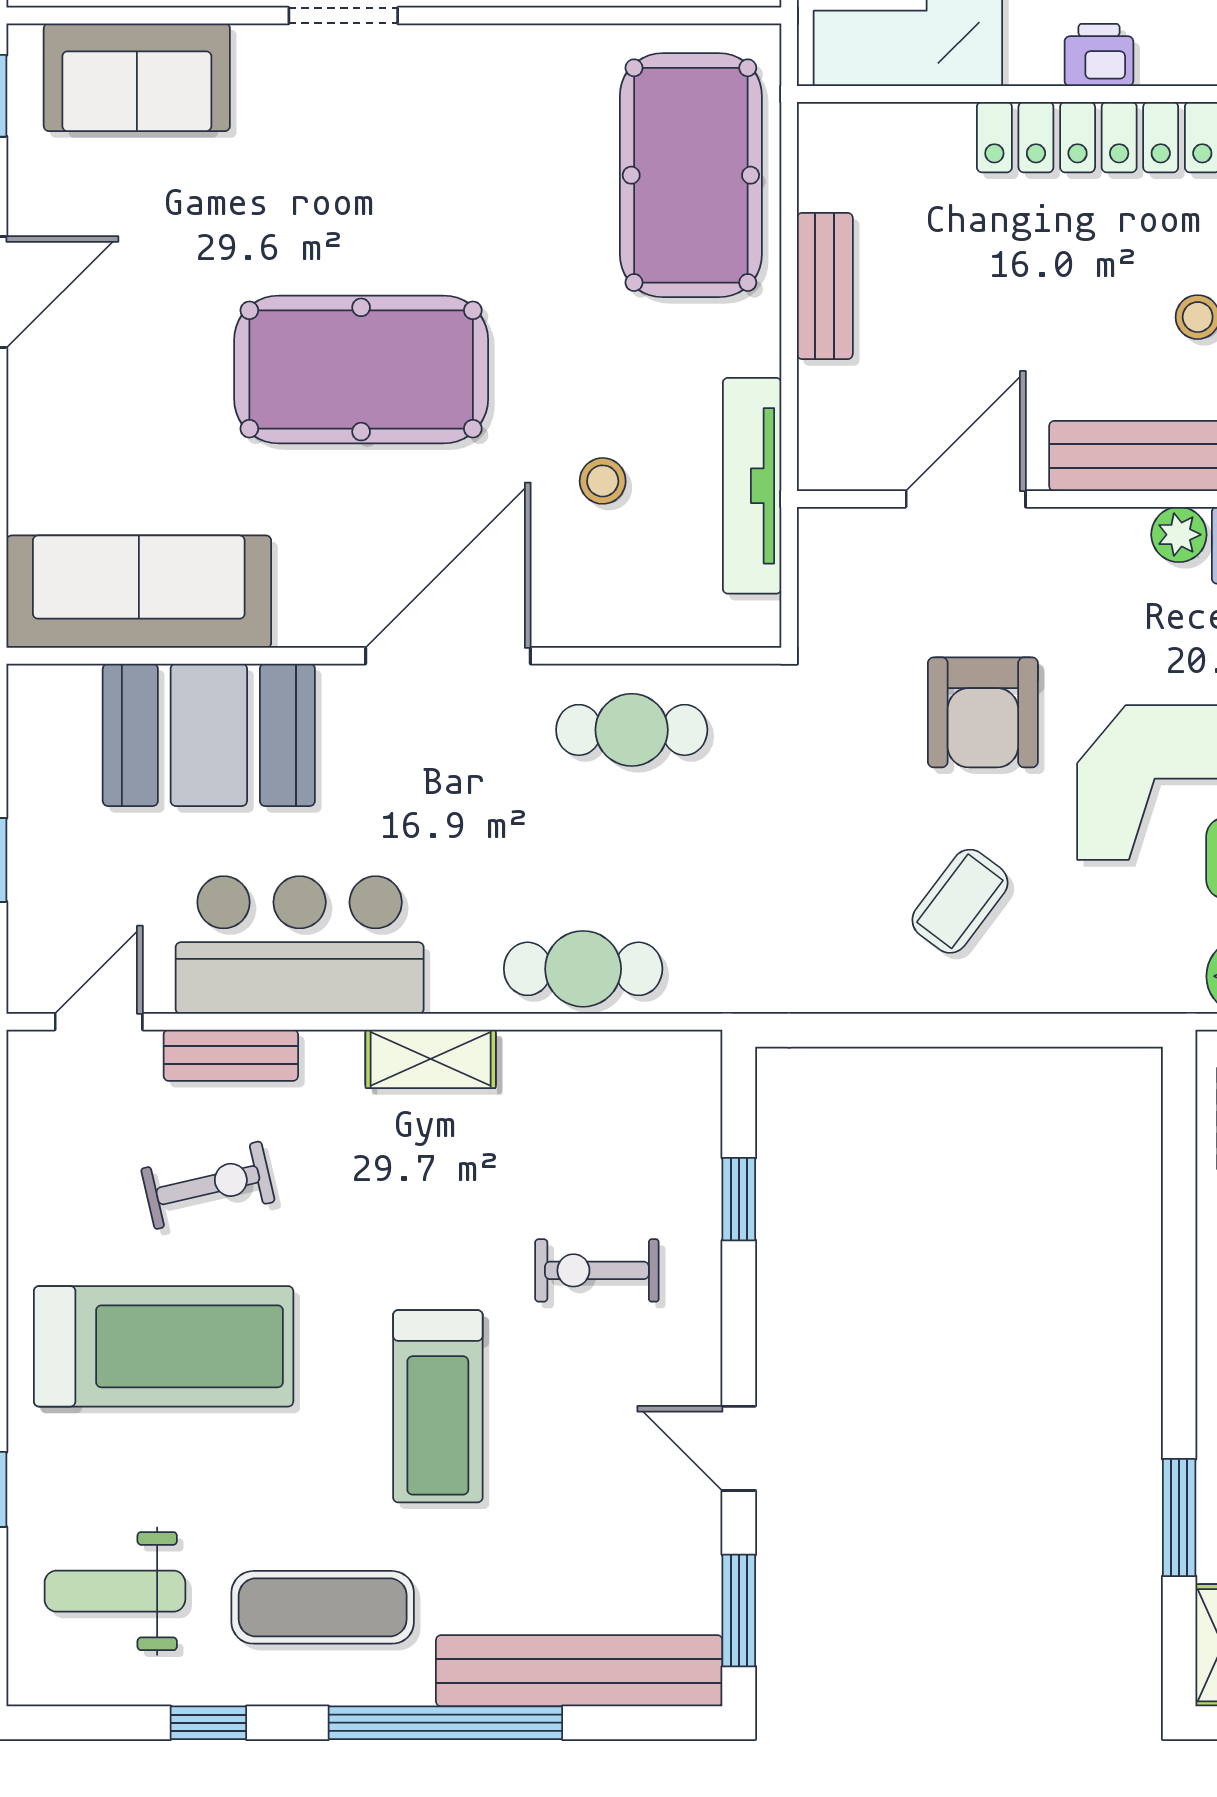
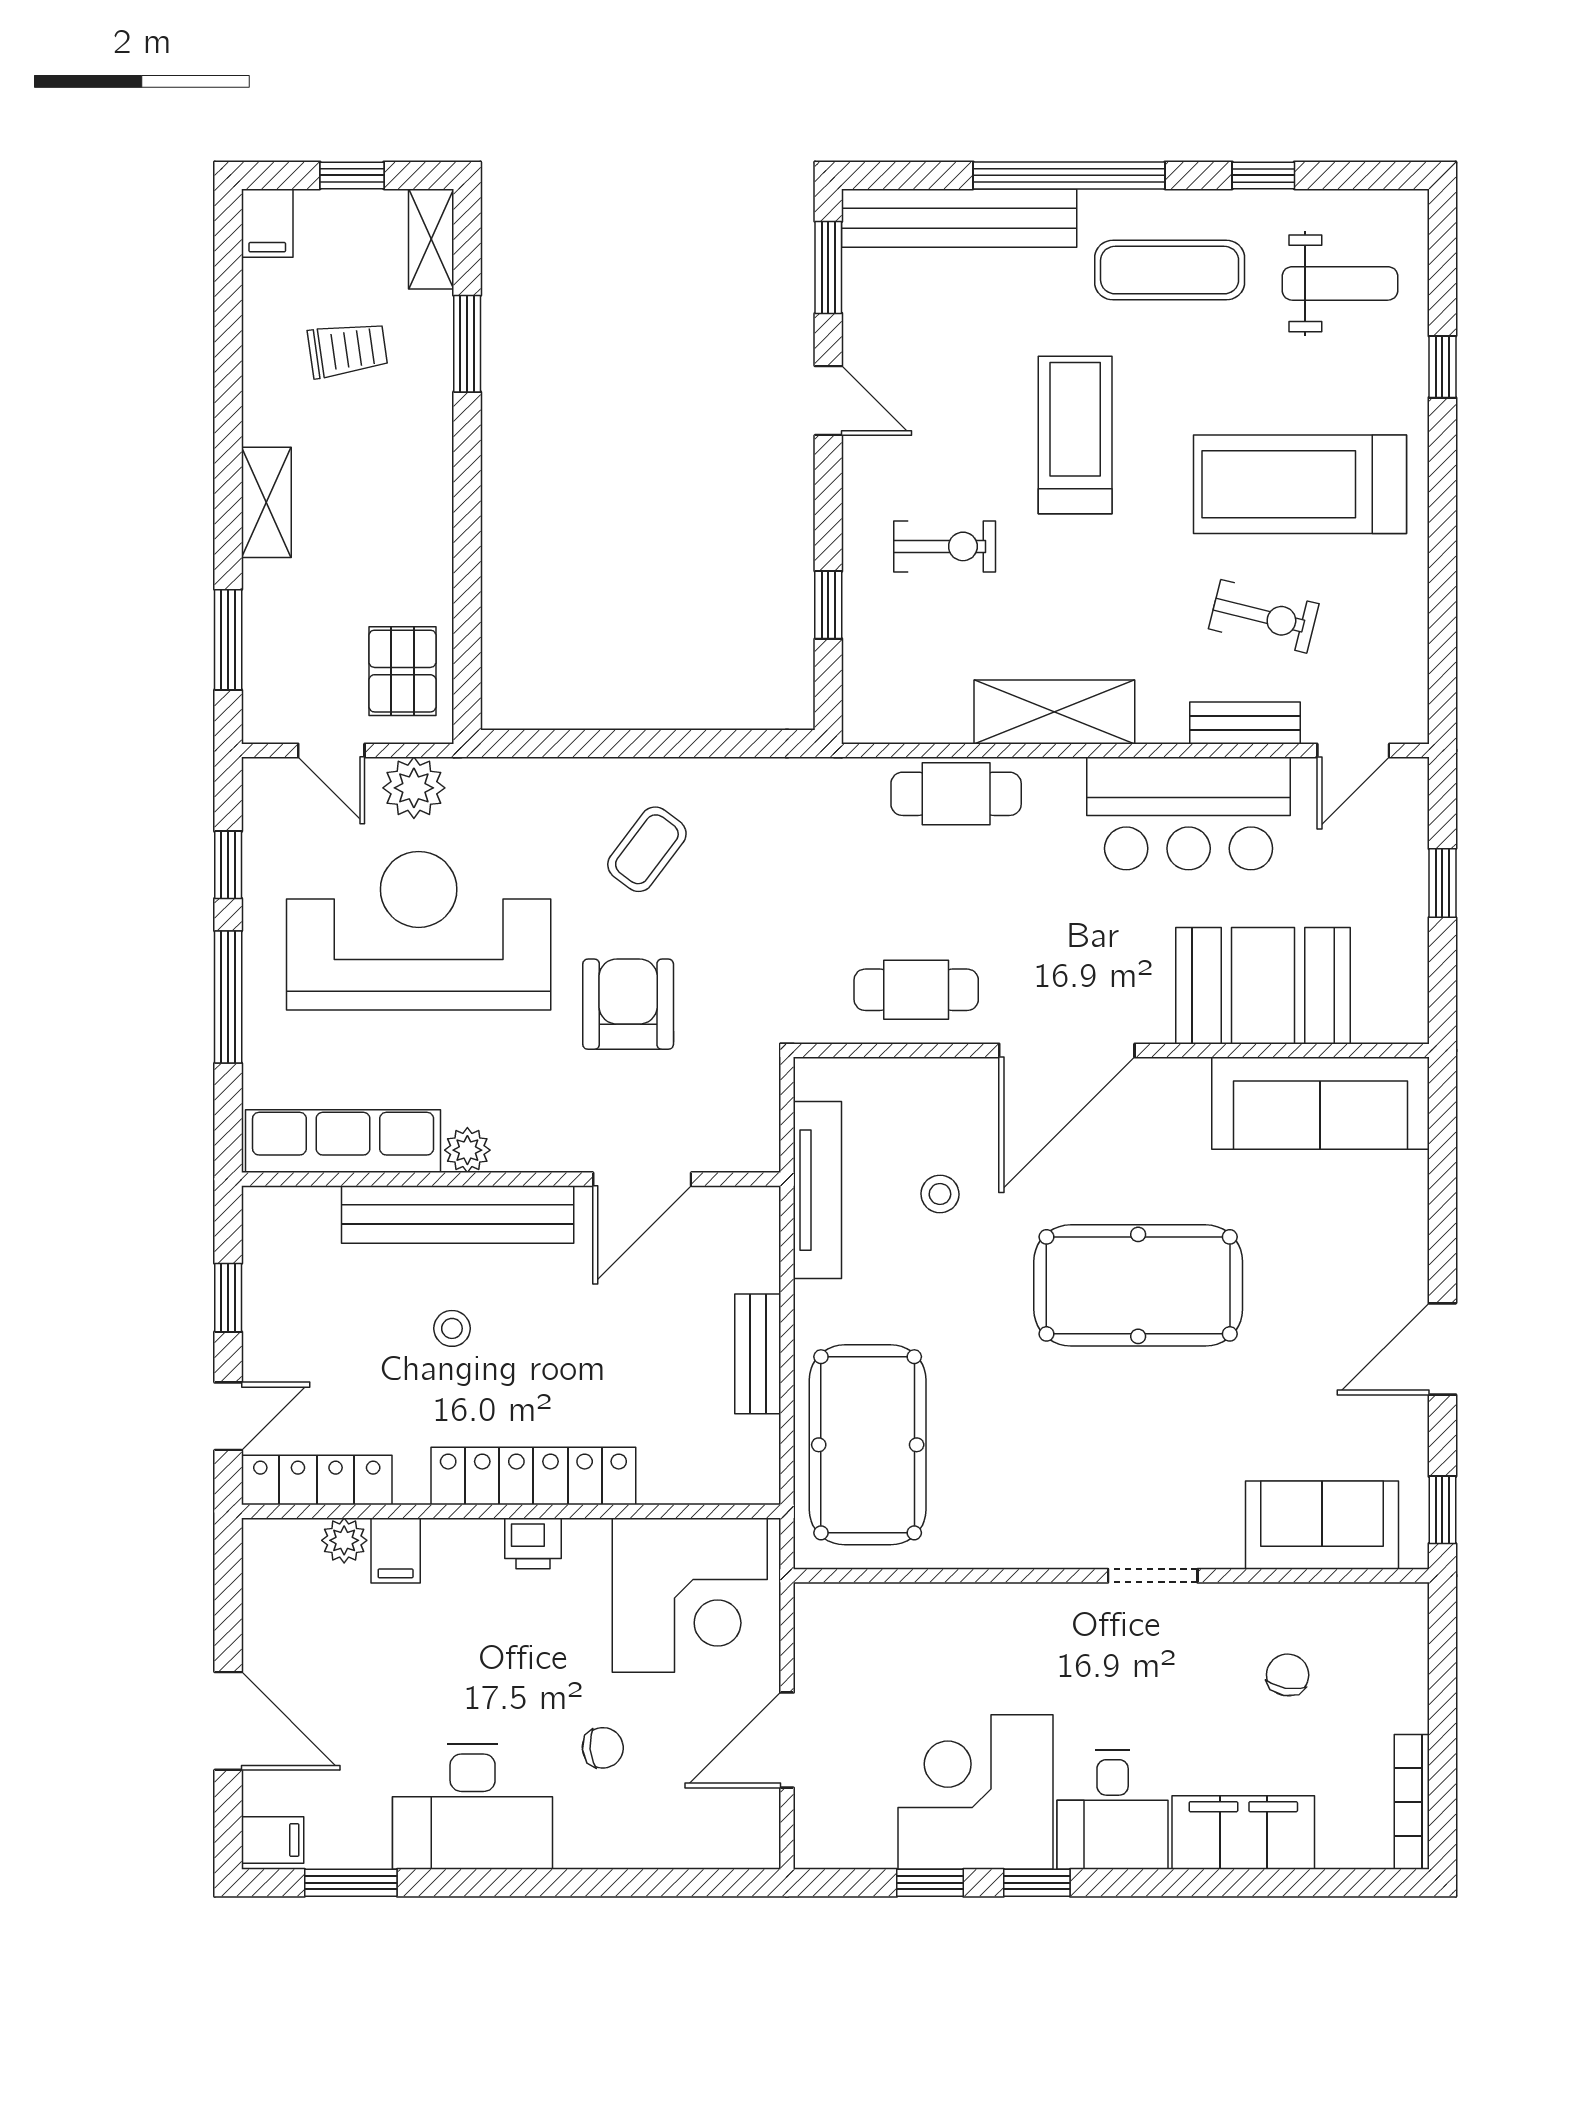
shelving: (431, 1059) -> (1054, 712), width x1.50, depth x1.33
exercise bike: (208, 1185) -> (1264, 616), turned -153

